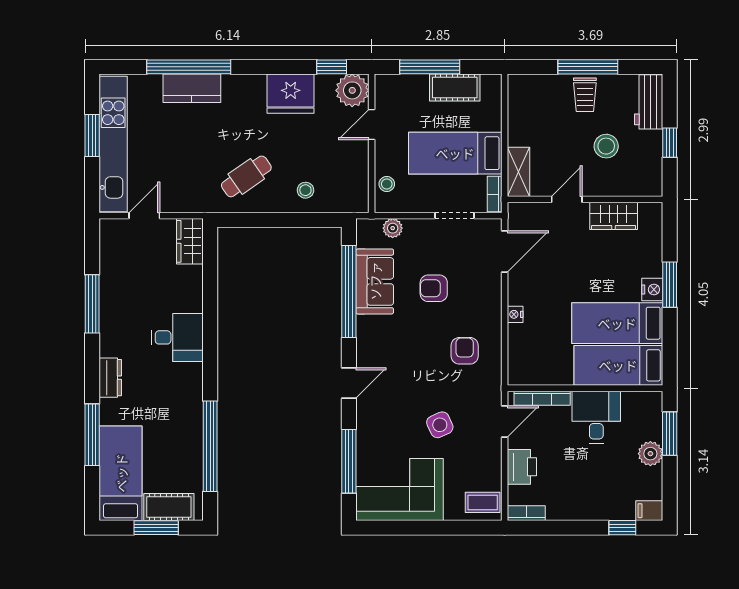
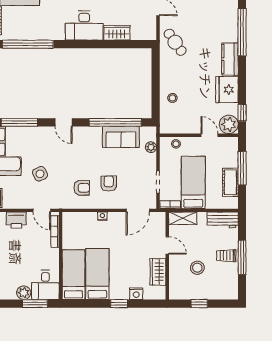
kitchen counter: (192, 88) -> (230, 59), moved
workbench: (649, 102) -> (223, 220), moved, turned 180
cafe table: (246, 176) -> (175, 42), moved
wardrobe: (190, 241) -> (117, 33), moved
door: (505, 252) -> (138, 210), hinge flipped
window: (670, 285) -> (119, 304), width x0.67
armchair: (434, 288) -> (109, 184), moved
nightstand: (652, 289) -> (136, 294), moved
desk: (177, 337) -> (84, 26), width x1.37
desk: (596, 417) -> (45, 285), moved, turned 90

